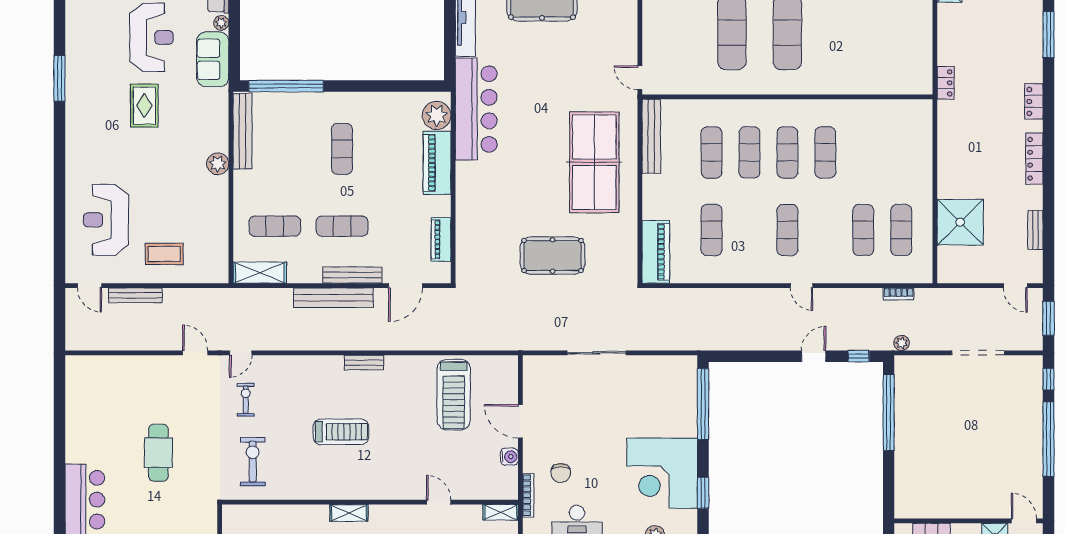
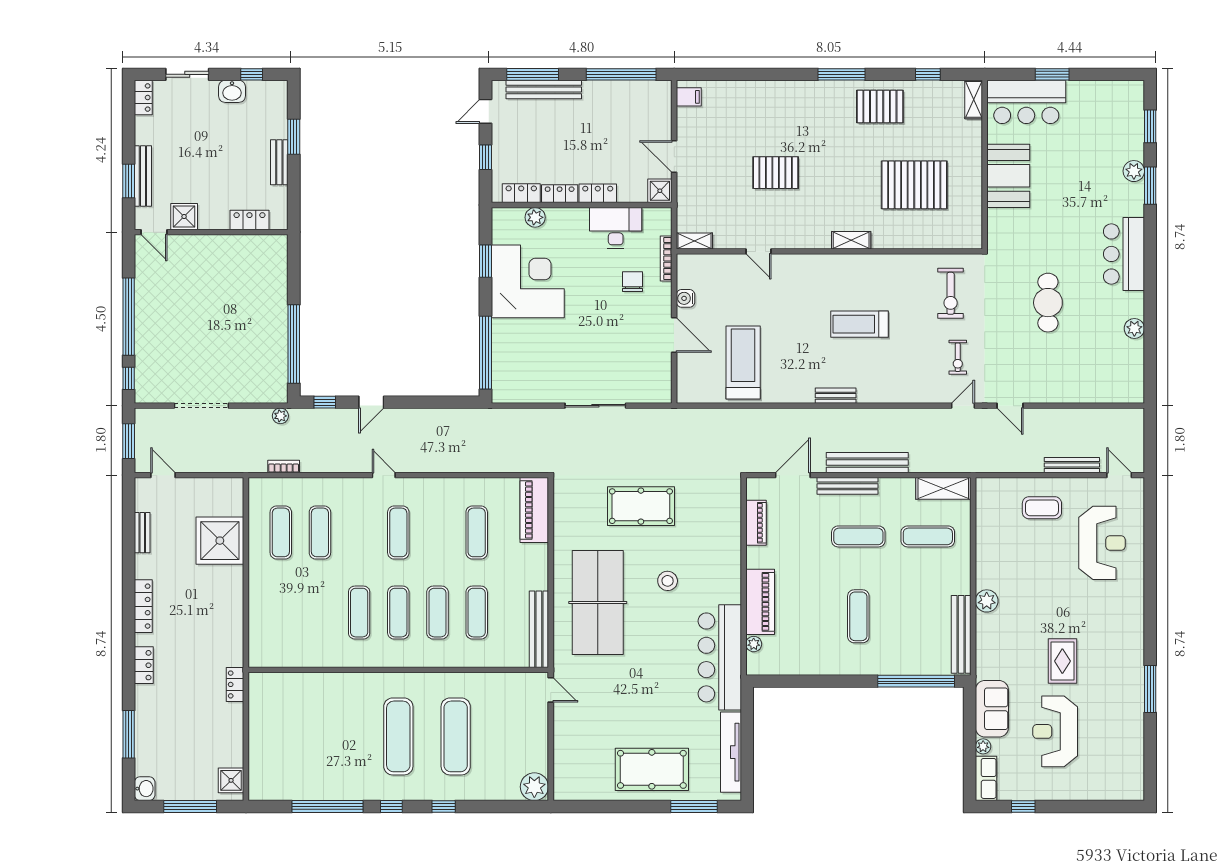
plant: (437, 115) -> (754, 644), width x0.53, depth x0.53
stool: (527, 183) -> (668, 581), added
plant: (75, 428) -> (1134, 328), added

